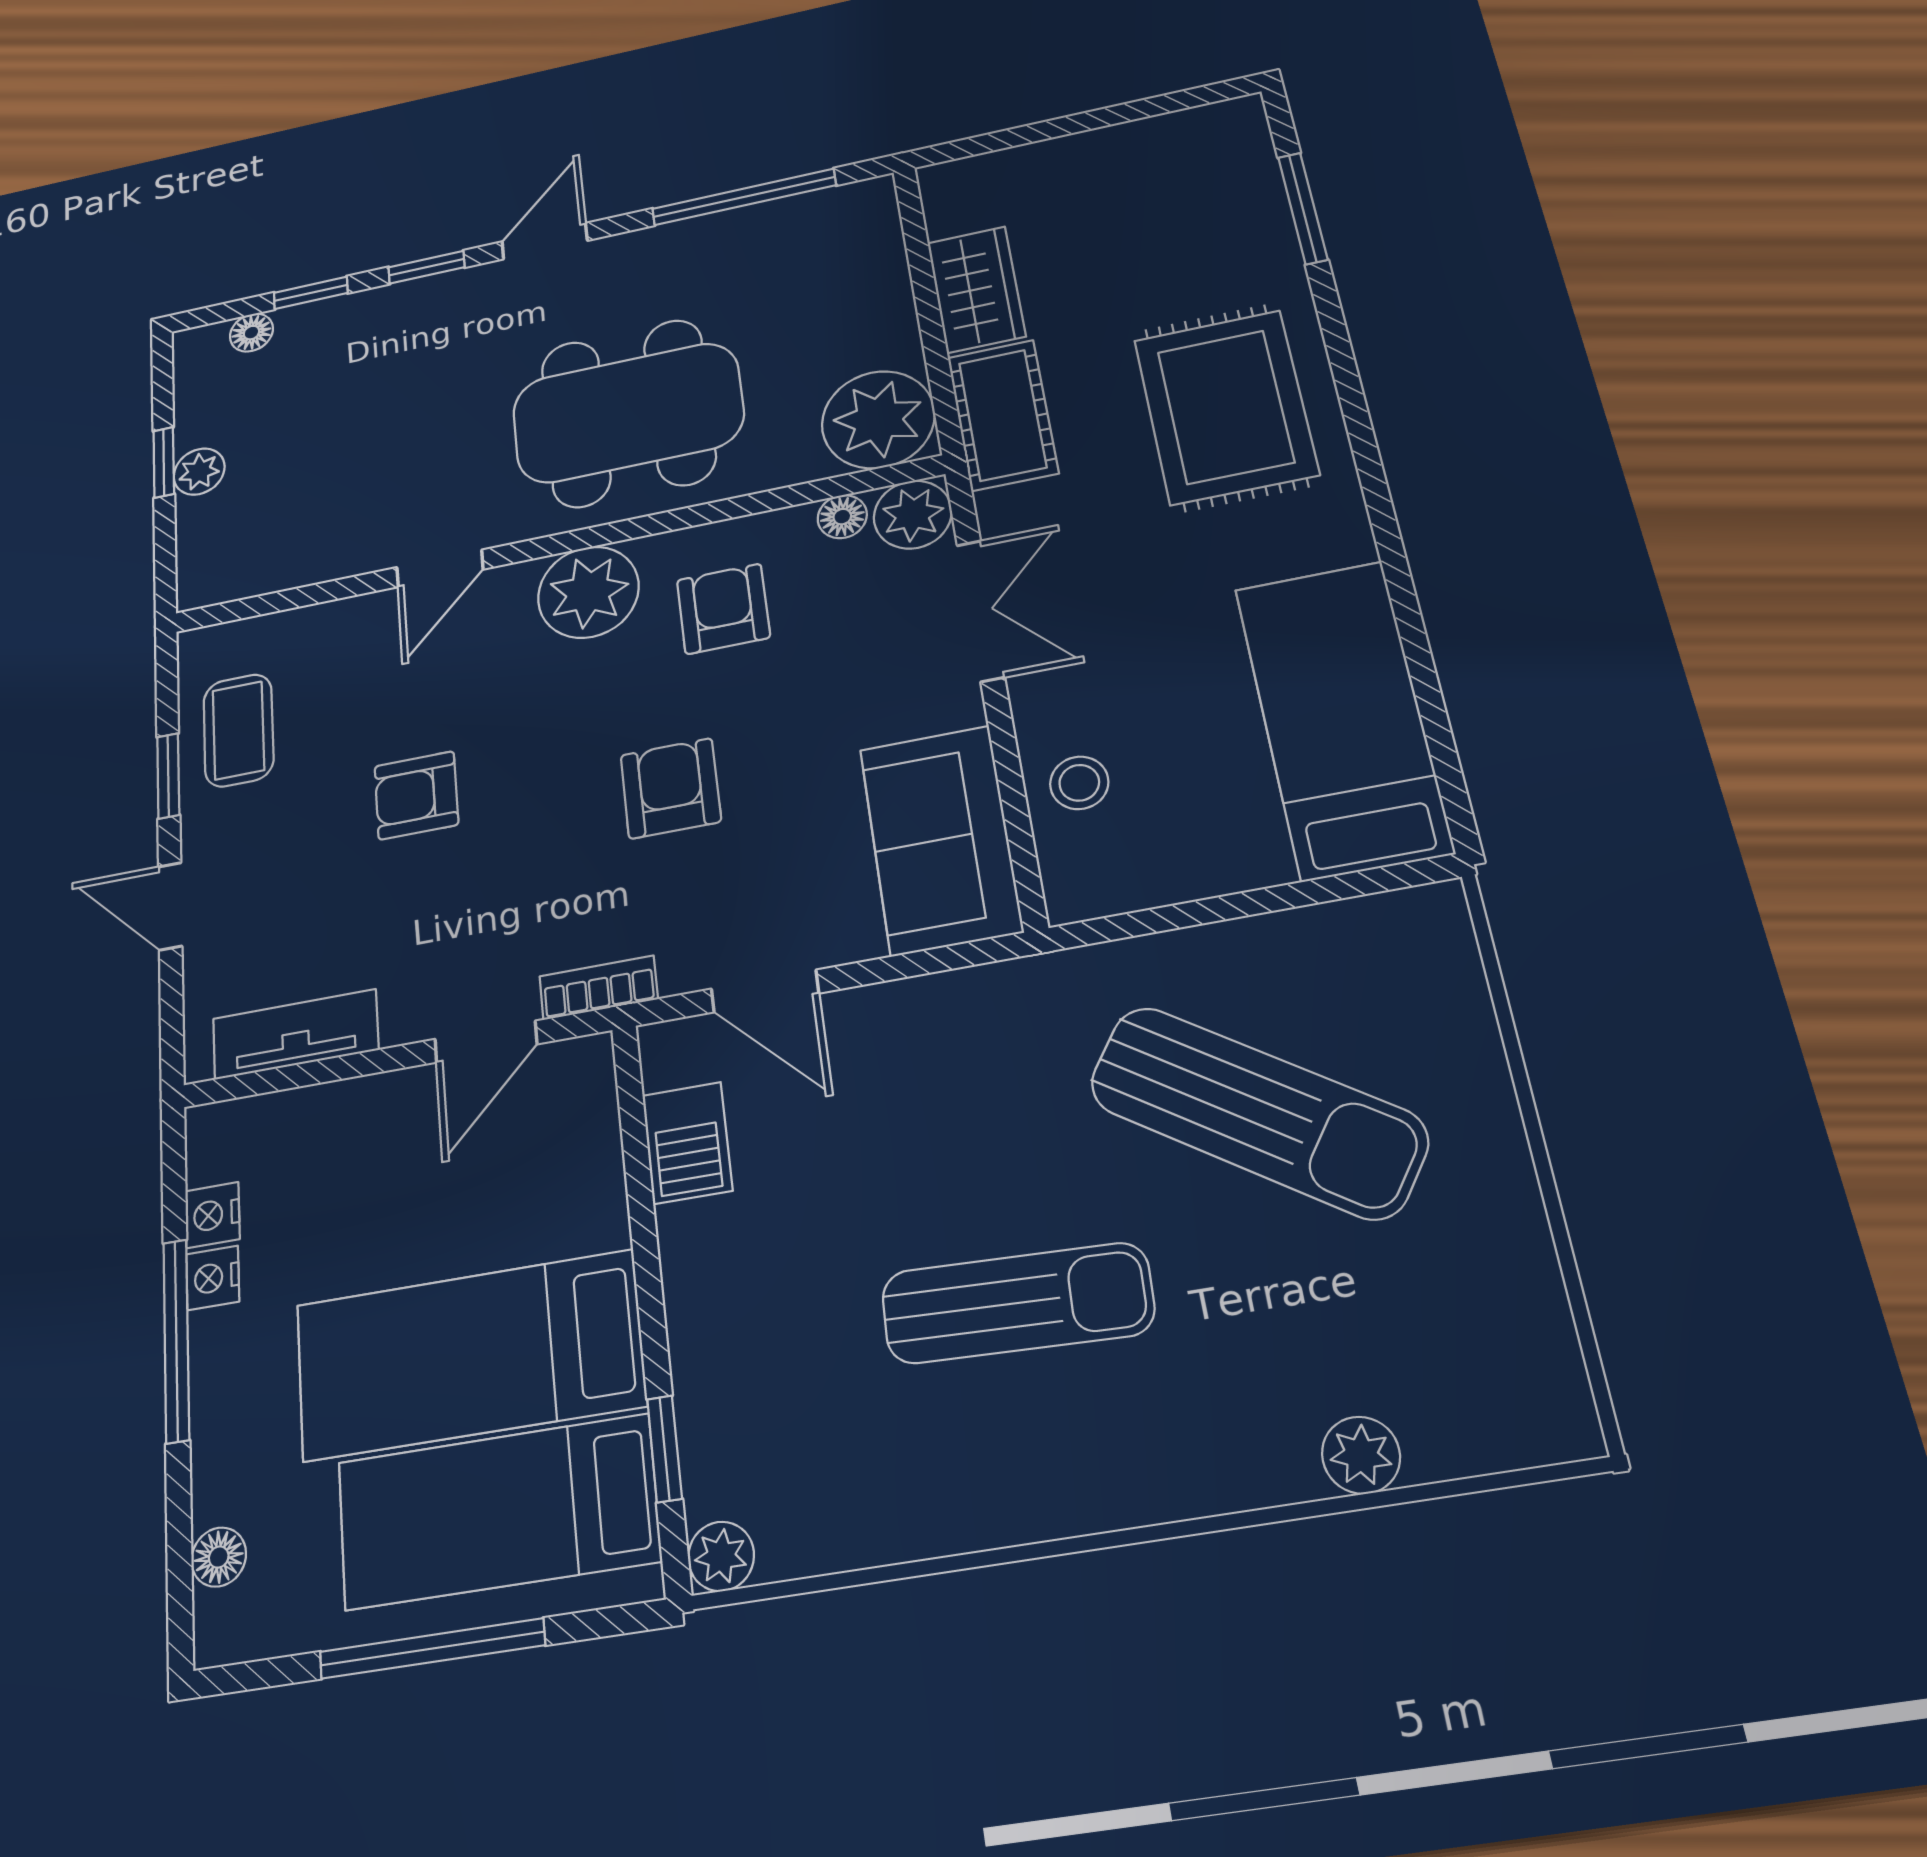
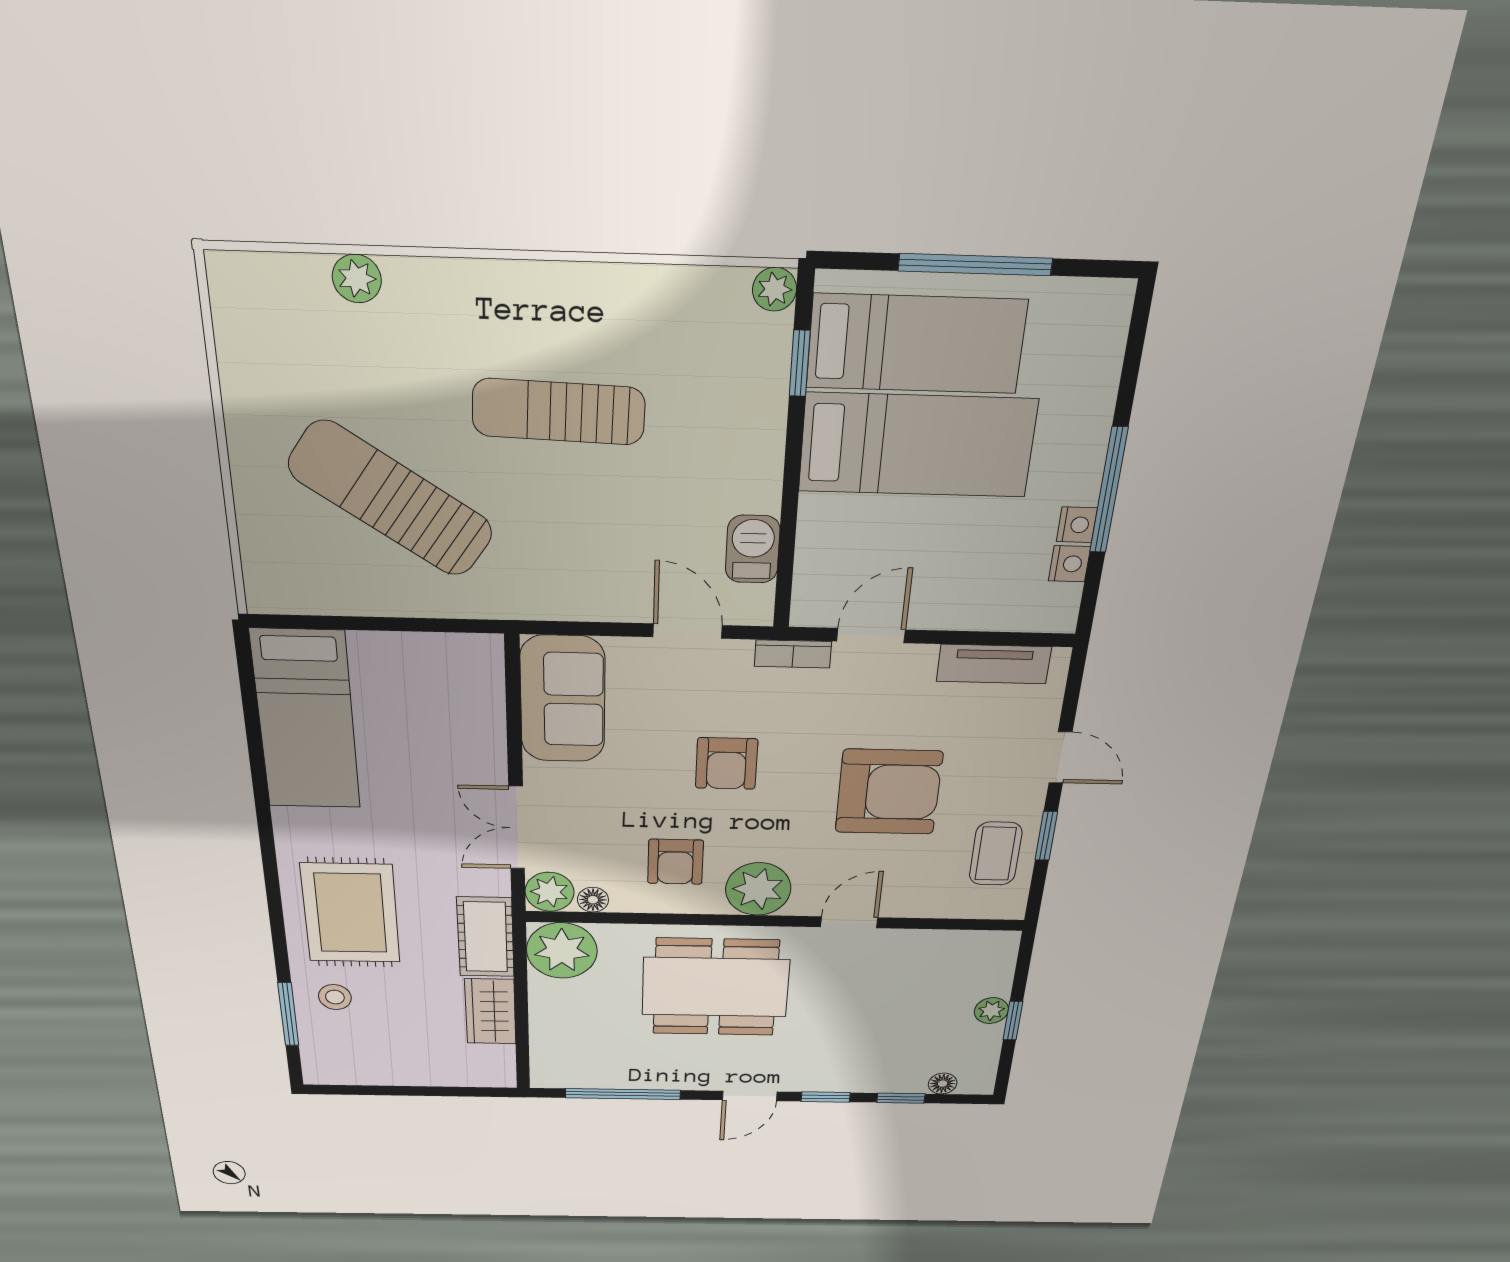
stool: (1079, 783) -> (335, 997), moved
armchair: (416, 795) -> (889, 792), width x1.88, depth x1.88
floor lamp: (219, 1557) -> (1107, 348), removed

